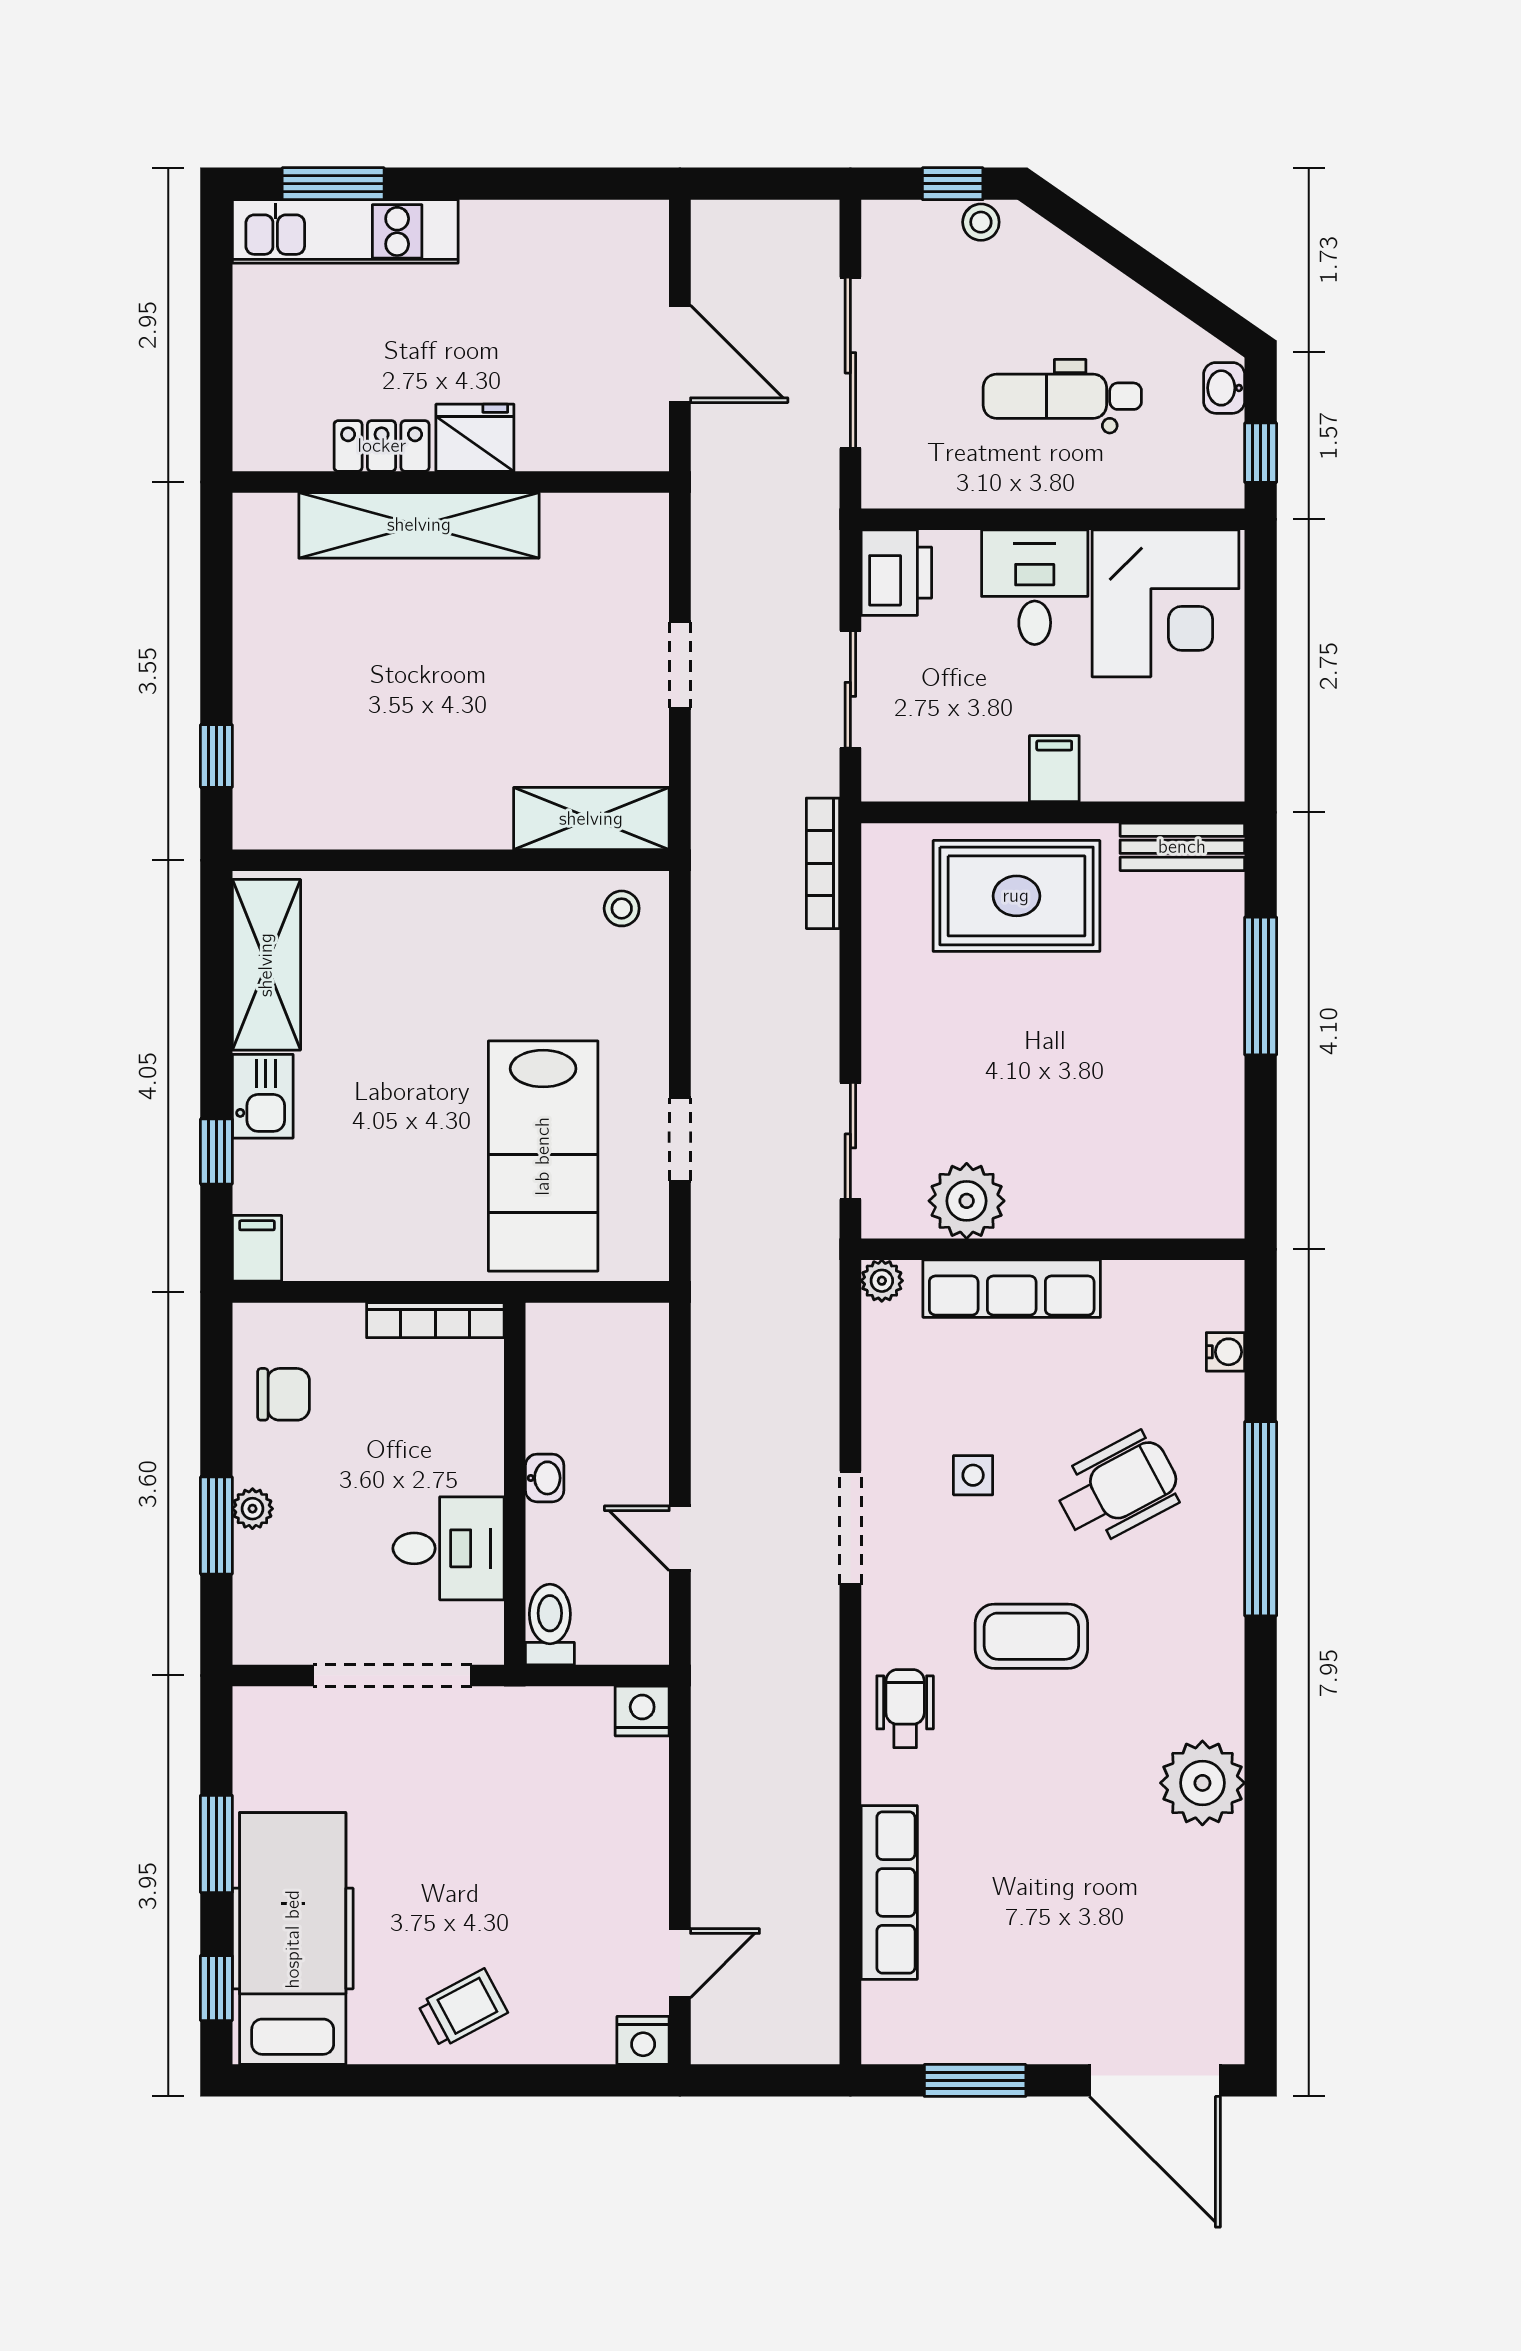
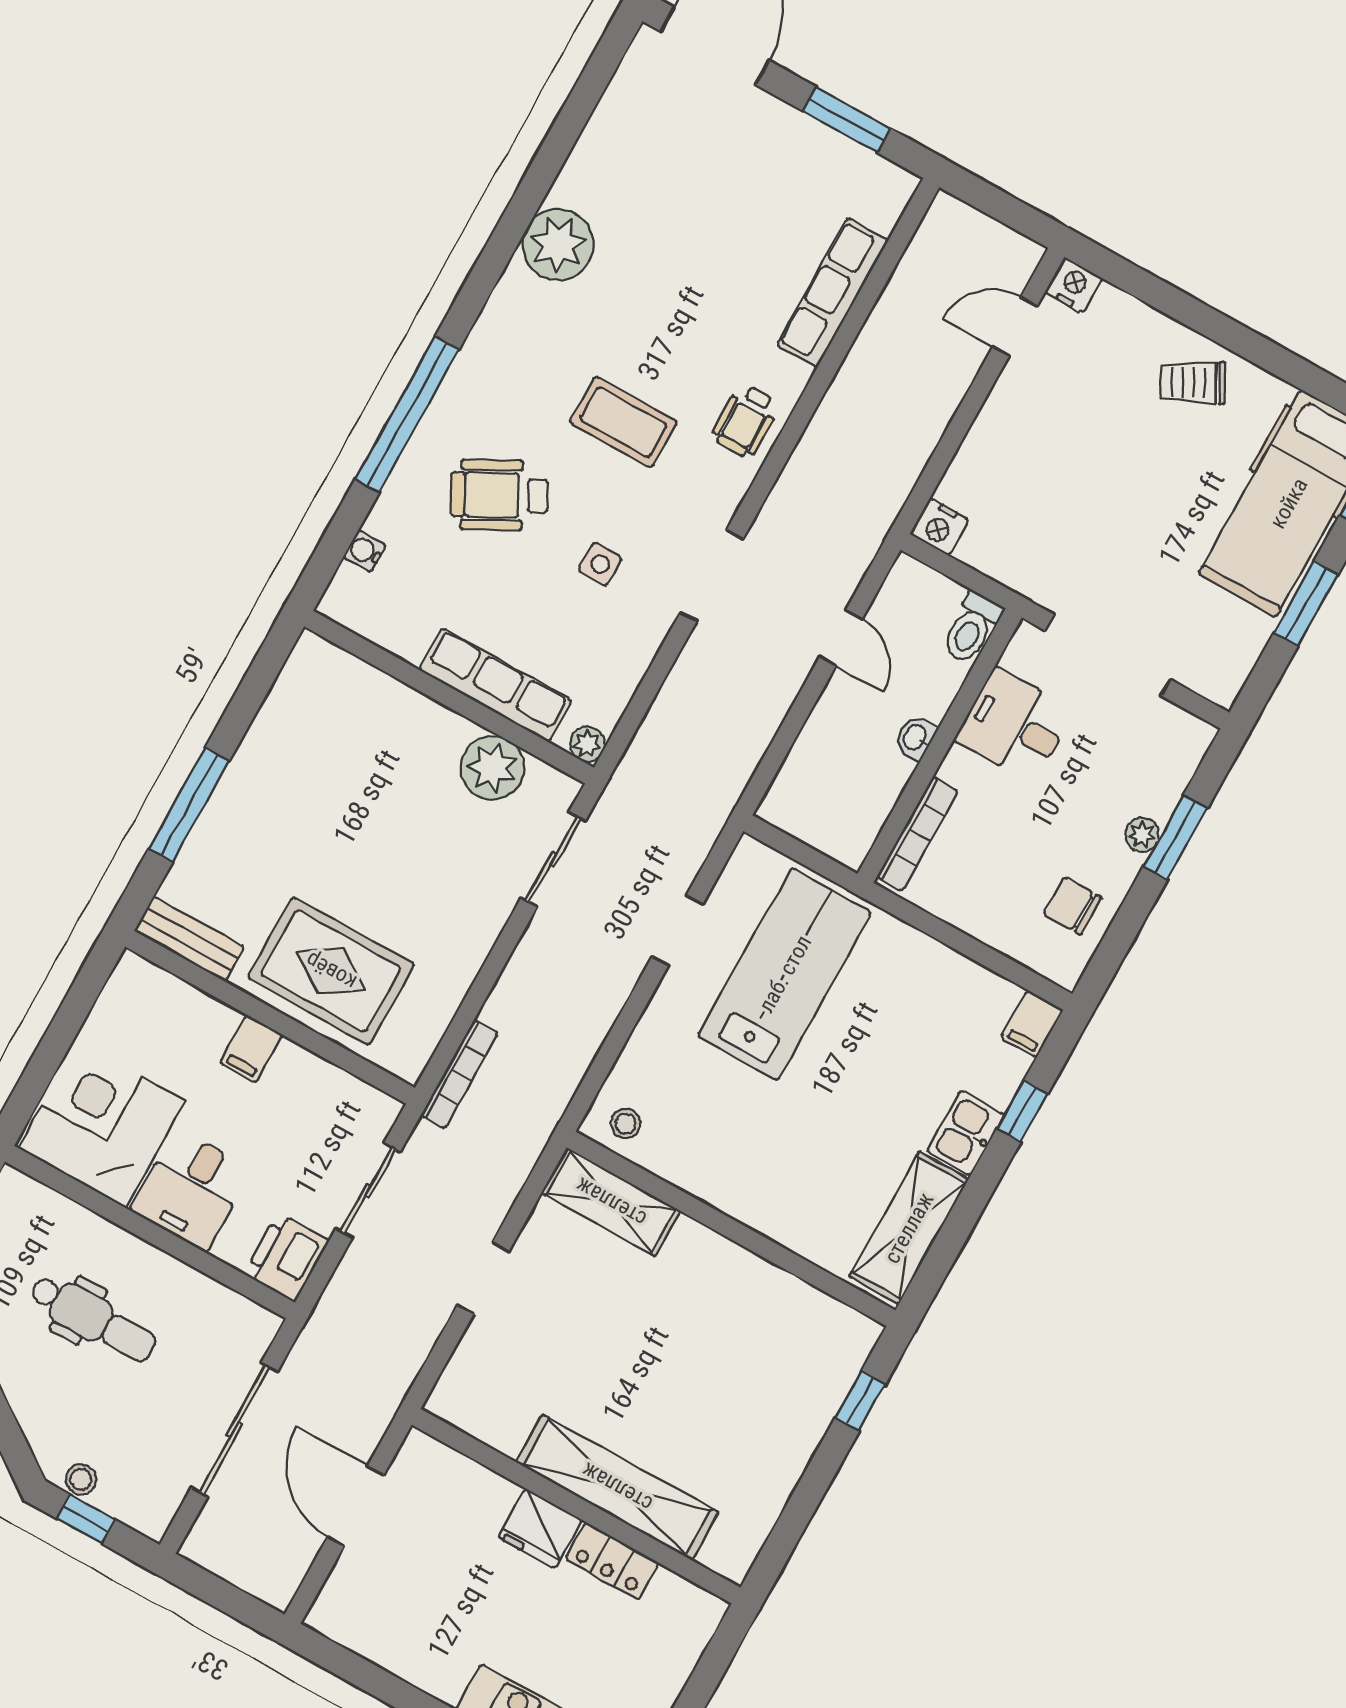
bookcase: (435, 1320) -> (917, 834), moved, turned 90

